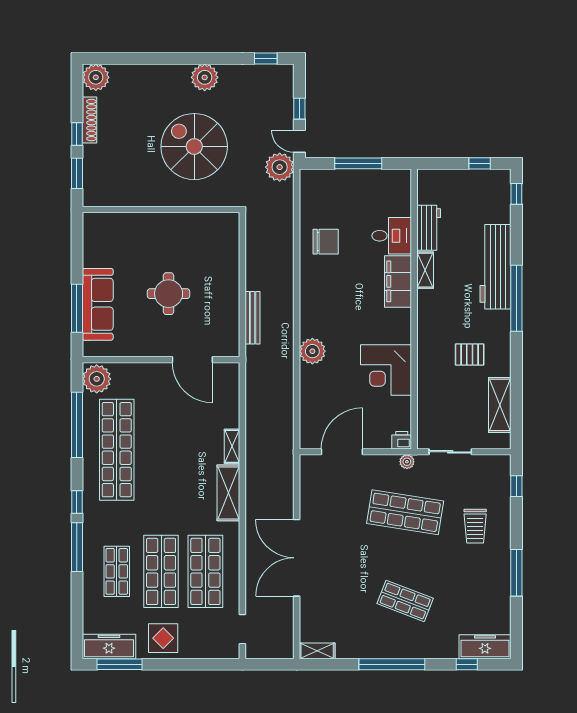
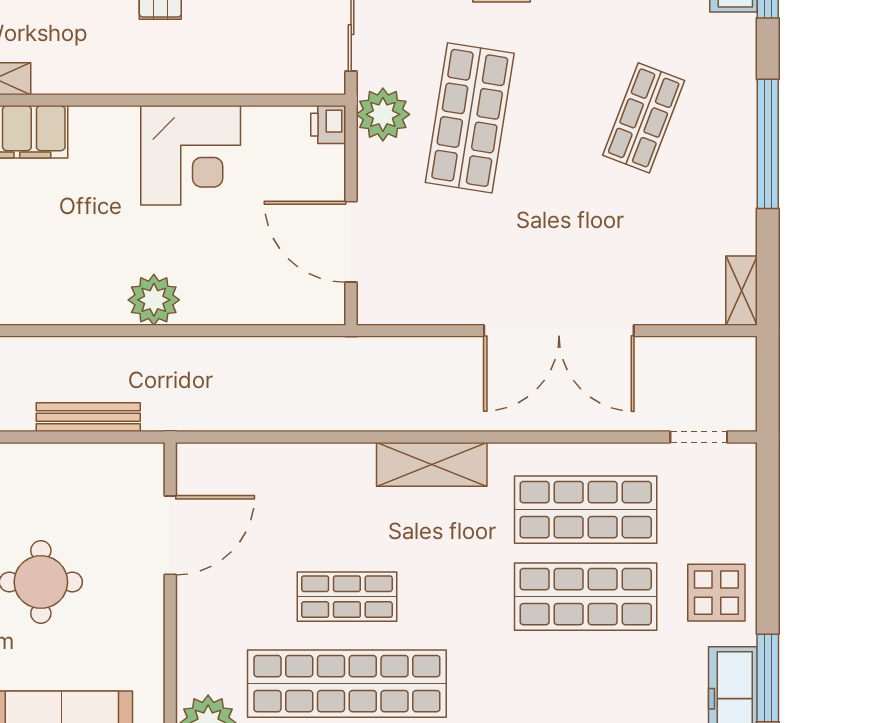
shelving: (232, 446) -> (340, 457), removed
plant: (407, 462) -> (383, 114), width x1.88, depth x1.88
shop shelf: (117, 571) -> (347, 597), moved

